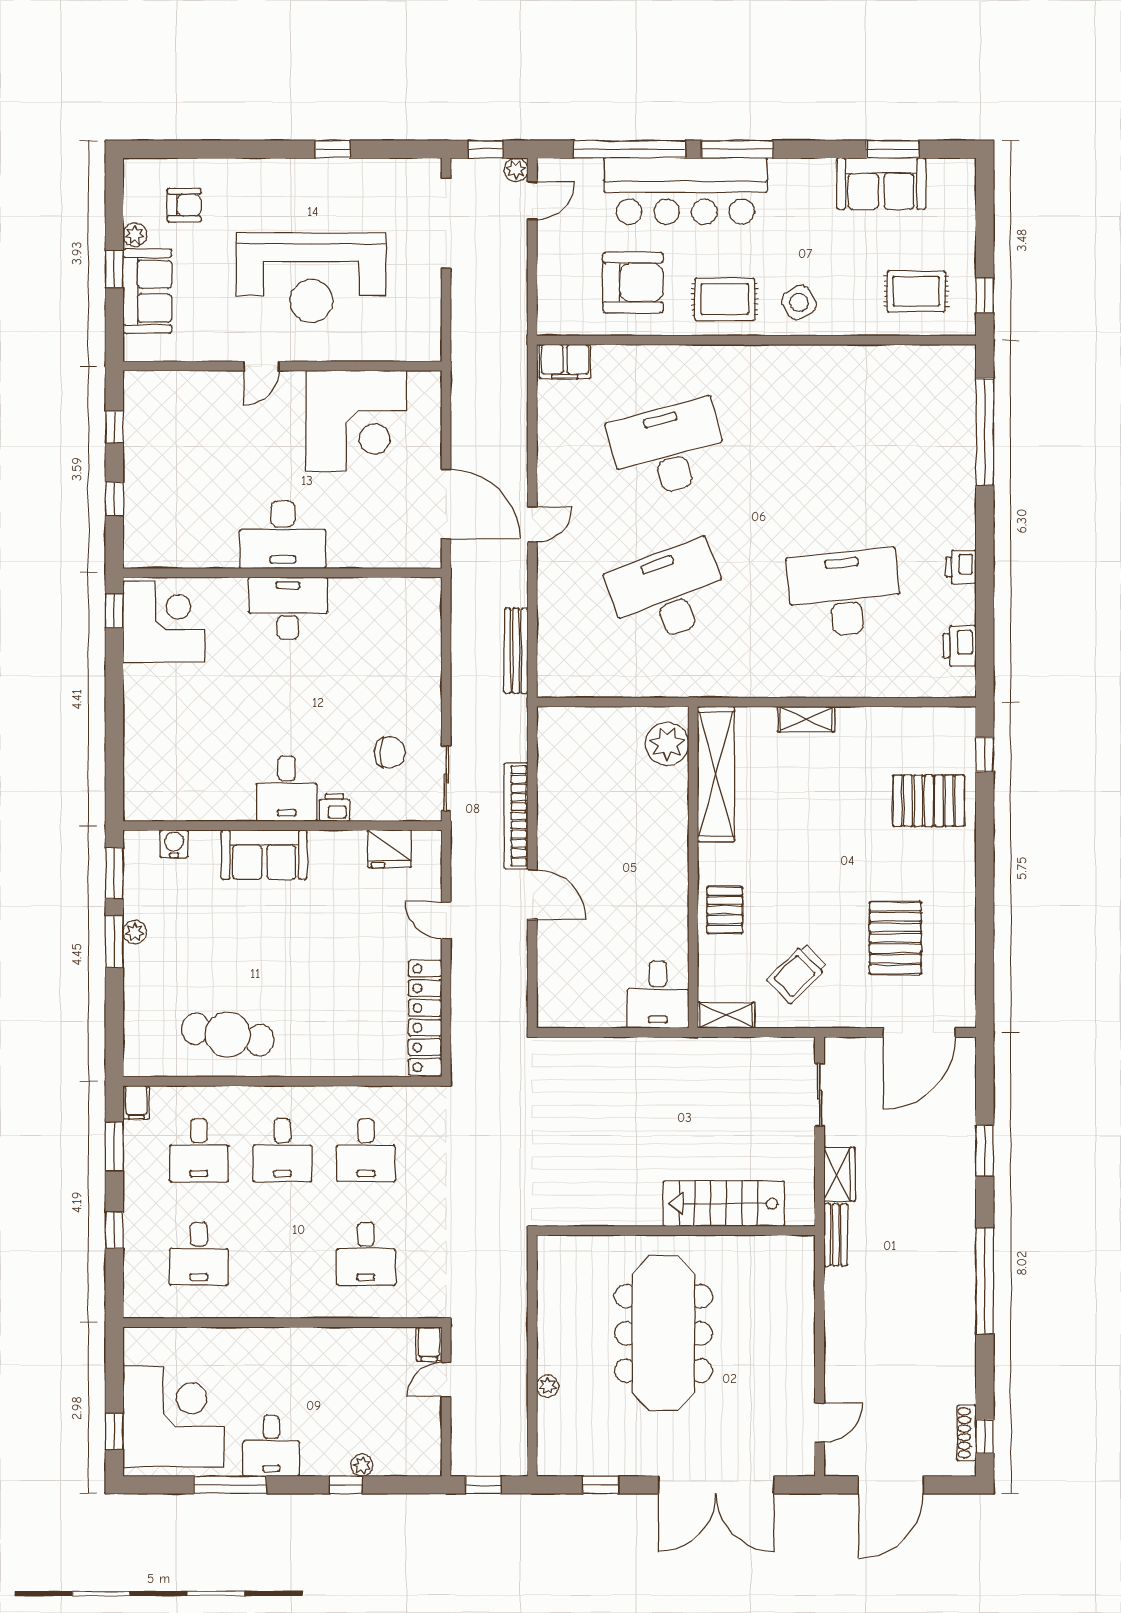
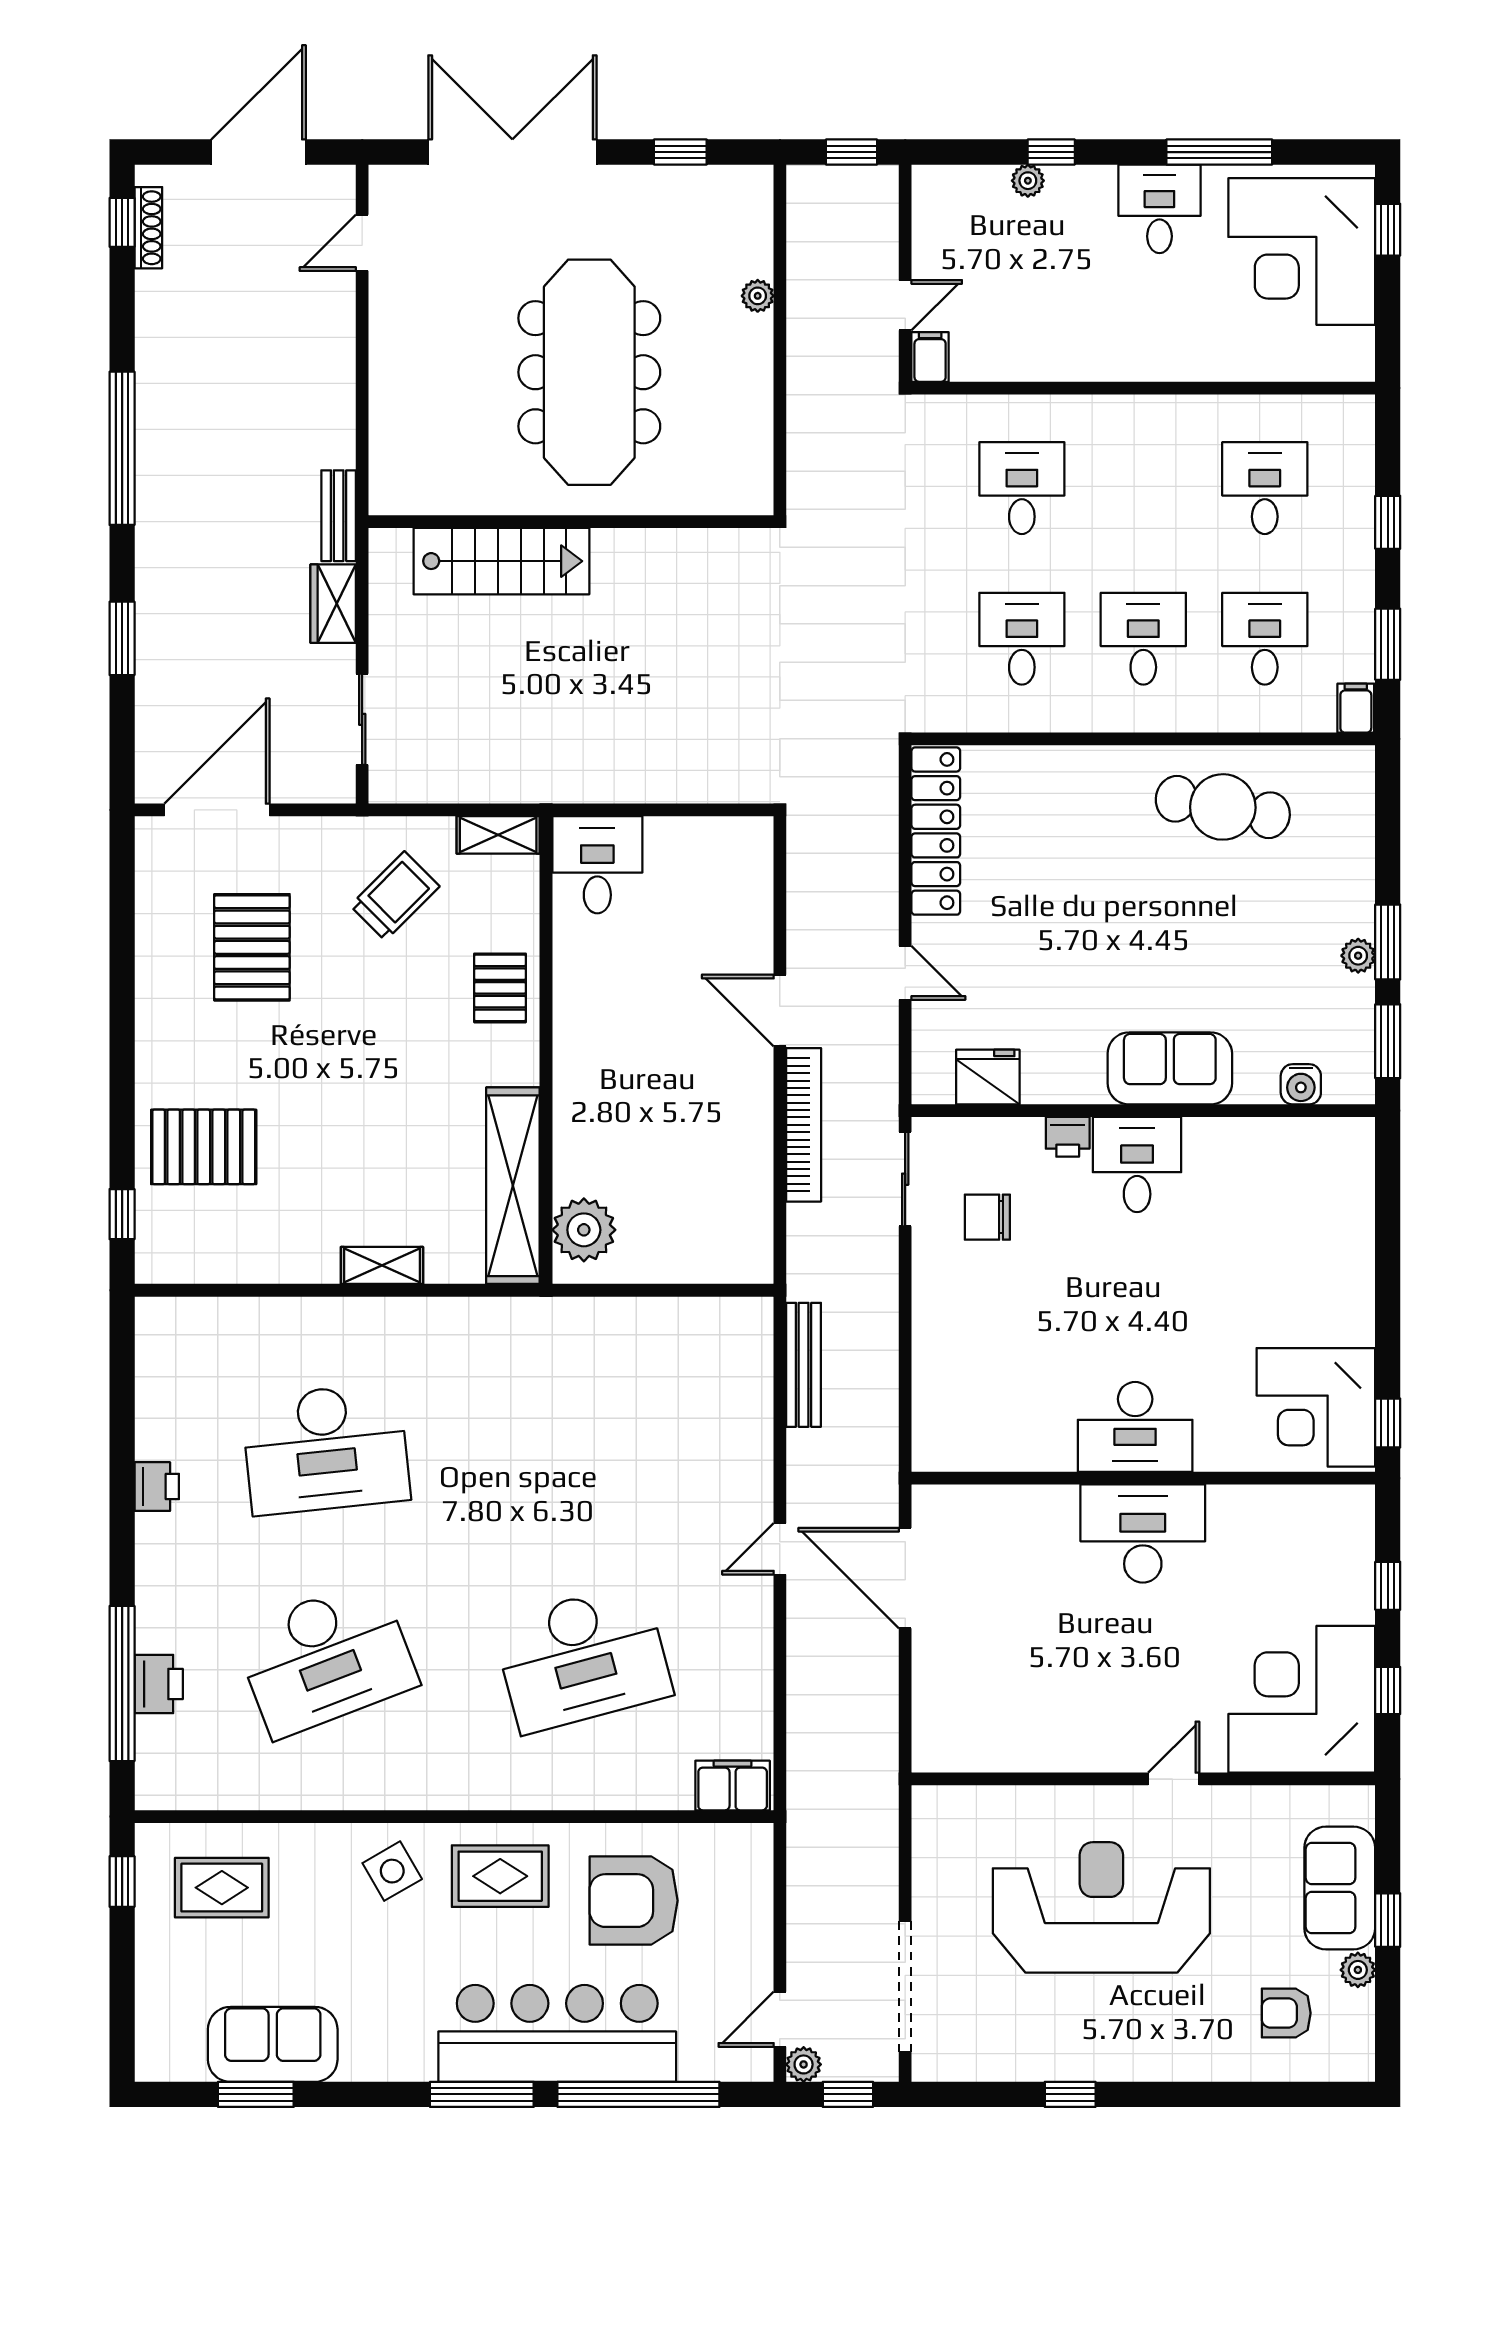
corner desk: (356, 421) -> (1302, 1699), moved
desk: (668, 593) -> (326, 1658), moved
printer: (960, 646) -> (159, 1684), moved

